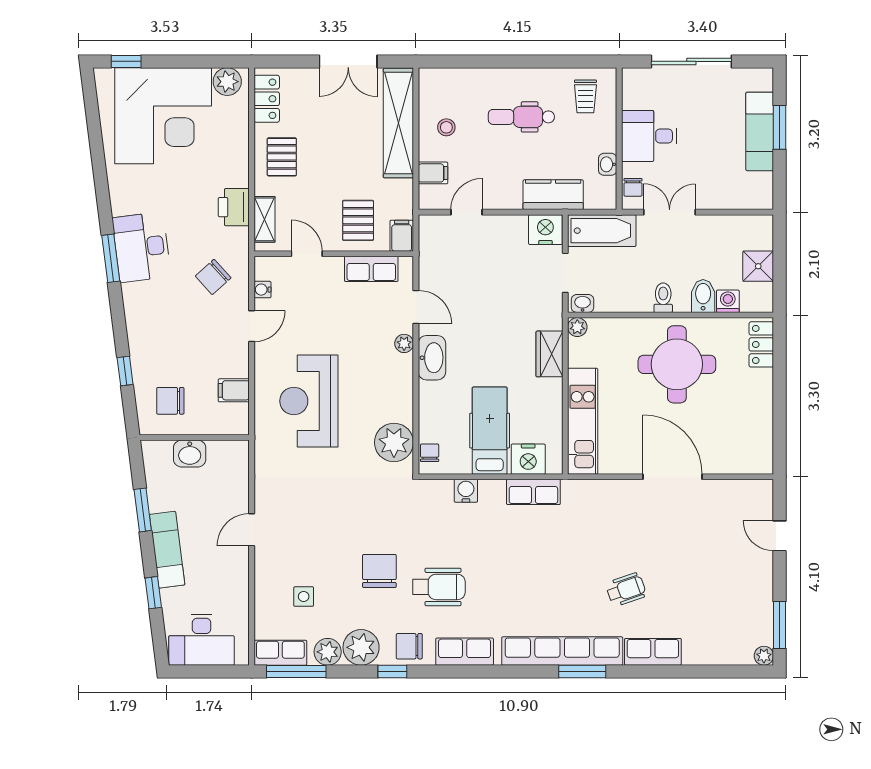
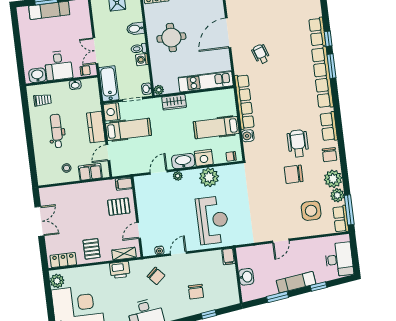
sliding door: (691, 61) -> (18, 49), removed
washbasin: (635, 92) -> (37, 75), added
dental chair: (521, 117) -> (57, 131), turned 180
shelving: (398, 123) -> (67, 192), removed
pallet: (282, 157) -> (92, 249), turned 90
filing cabinet: (433, 173) -> (90, 172), width x2.00
kitchen counter: (553, 195) -> (96, 127), moved
door: (466, 212) -> (108, 153), hinge flipped
hospital bed: (507, 258) -> (129, 129), added
row of seats: (371, 269) -> (142, 197), removed
washing machine: (728, 301) -> (142, 60), moved
door: (252, 326) -> (178, 254), hinge flipped
round table: (677, 364) -> (171, 38), width x0.73, depth x0.73
filing cabinet: (234, 390) -> (228, 257), moved
chair: (170, 401) -> (196, 292), moved
reception desk: (309, 401) -> (213, 220), turned -90
plant: (394, 442) -> (209, 177), moved
nightstand: (528, 459) -> (204, 158), moved, turned 90
row of seats: (533, 492) -> (244, 102), width x2.02
door: (252, 530) -> (281, 241), hinge flipped
wheelchair: (626, 590) -> (261, 54), moved
side table: (304, 597) -> (311, 211), width x1.87, depth x1.87
window: (392, 671) -> (328, 39), moved

